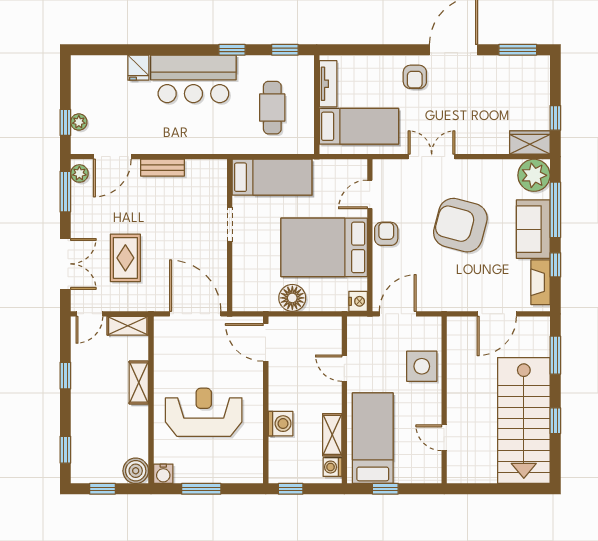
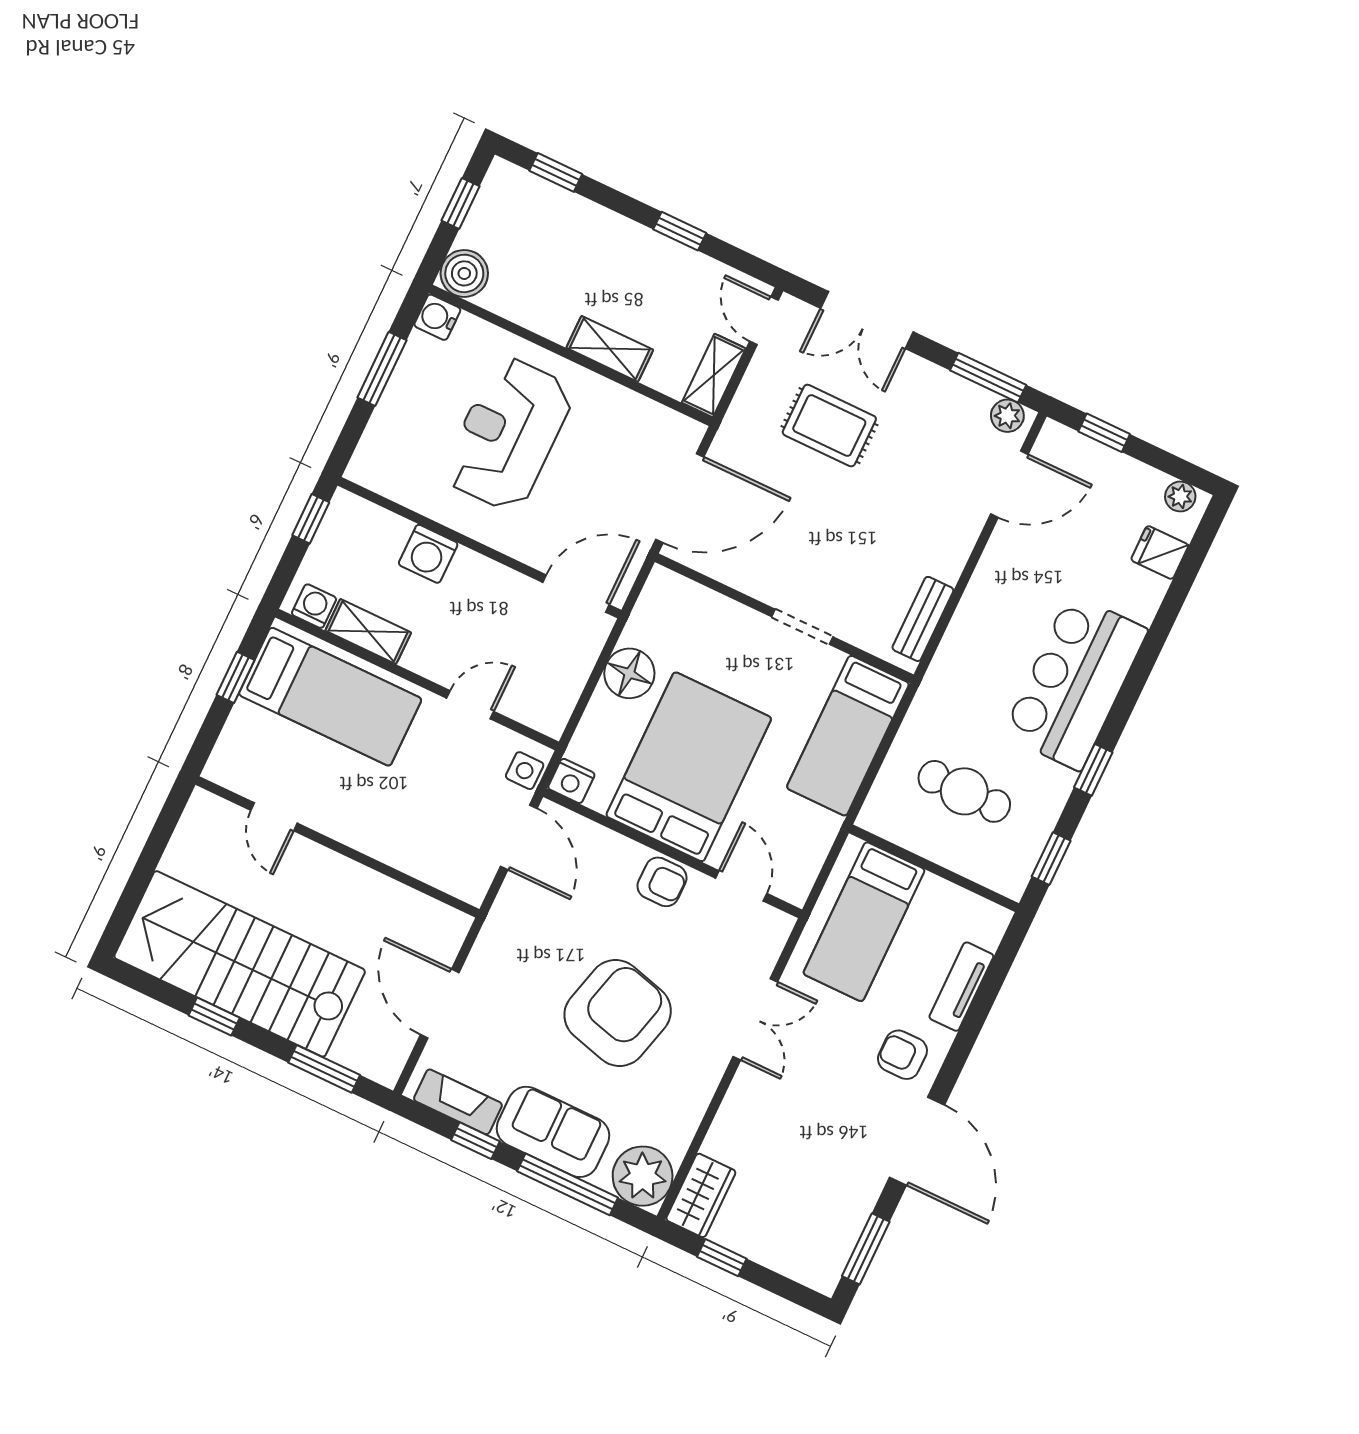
fridge: (138, 68) -> (1160, 553), moved
tv unit: (328, 84) -> (961, 987), moved, turned 90
plant: (79, 122) -> (1180, 496), moved
door: (112, 157) -> (1009, 484), swing flipped
bench: (162, 168) -> (923, 619), moved
side table: (422, 366) -> (525, 771), moved, width x0.54, depth x0.54
reception desk: (204, 412) -> (508, 434), turned 180
door: (444, 438) -> (274, 817), swing flipped

